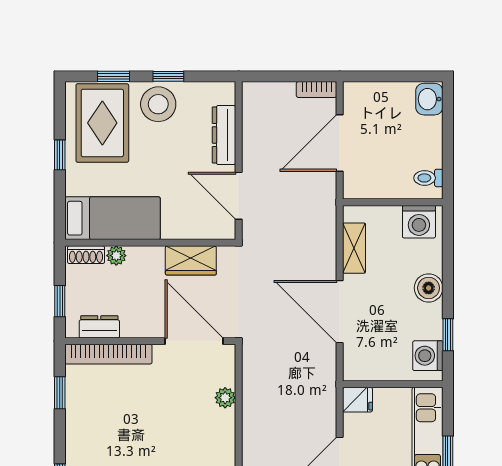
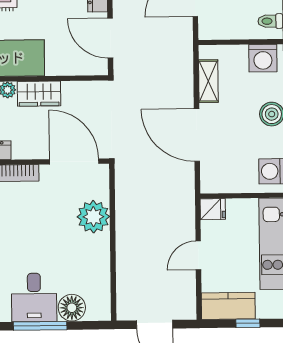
wardrobe: (191, 260) -> (39, 94), moved
plant: (225, 398) -> (93, 217), width x1.88, depth x1.88

